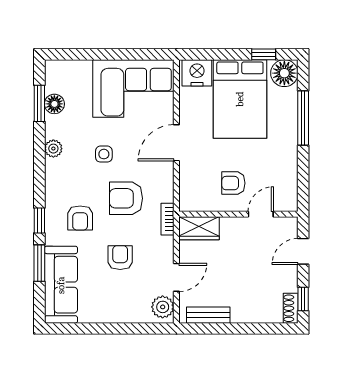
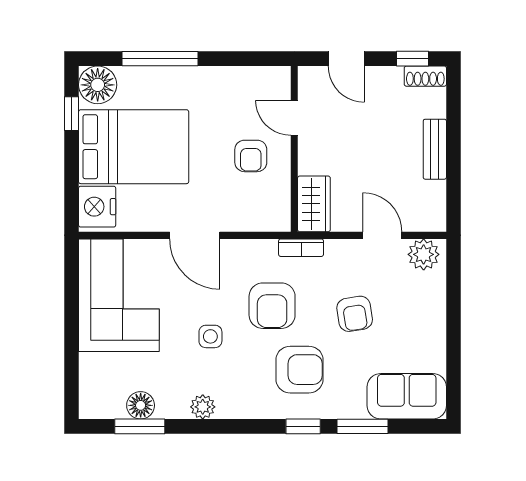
armchair: (80, 218) -> (300, 370), width x1.38, depth x1.38
armchair: (120, 258) -> (355, 314), turned -99
sofa: (61, 285) -> (407, 396), width x0.73
bench: (208, 315) -> (435, 149), moved

